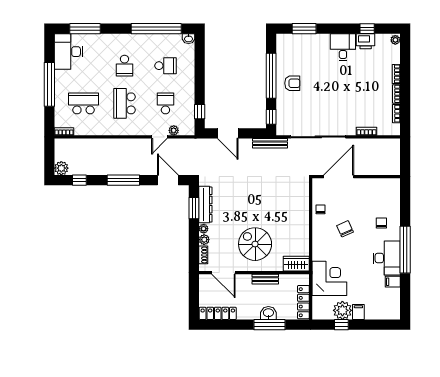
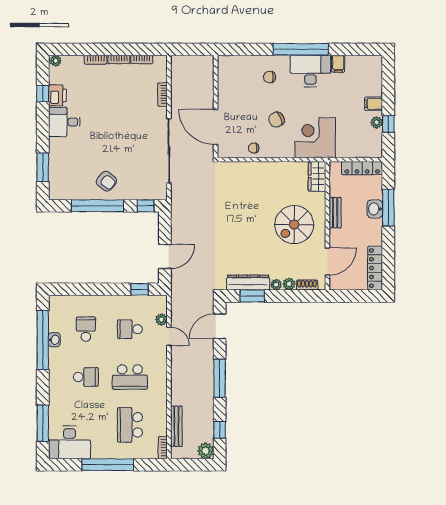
washbasin: (189, 39) -> (54, 340), moved
armchair: (292, 83) -> (106, 181), turned 129
bench: (270, 143) -> (176, 426), moved
corner desk: (329, 278) -> (315, 138), moved
plant: (342, 310) -> (377, 122), width x0.53, depth x0.53

